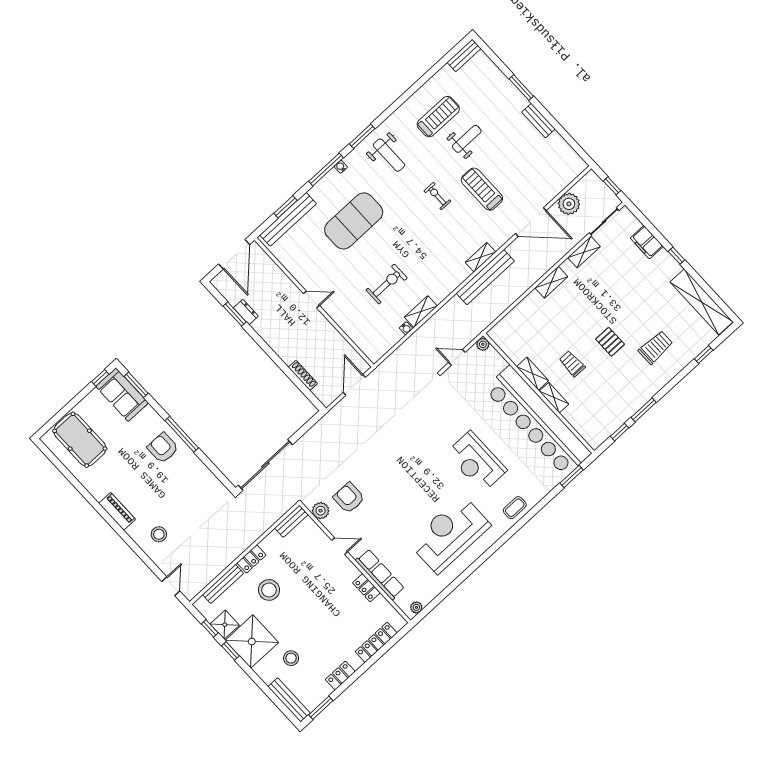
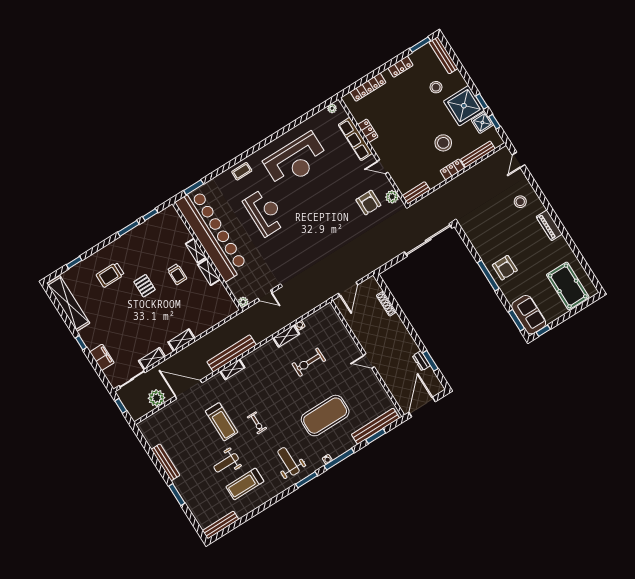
bench: (464, 55) -> (220, 525), width x1.36
bench: (538, 121) -> (165, 462), width x1.36

